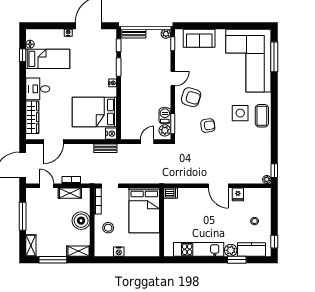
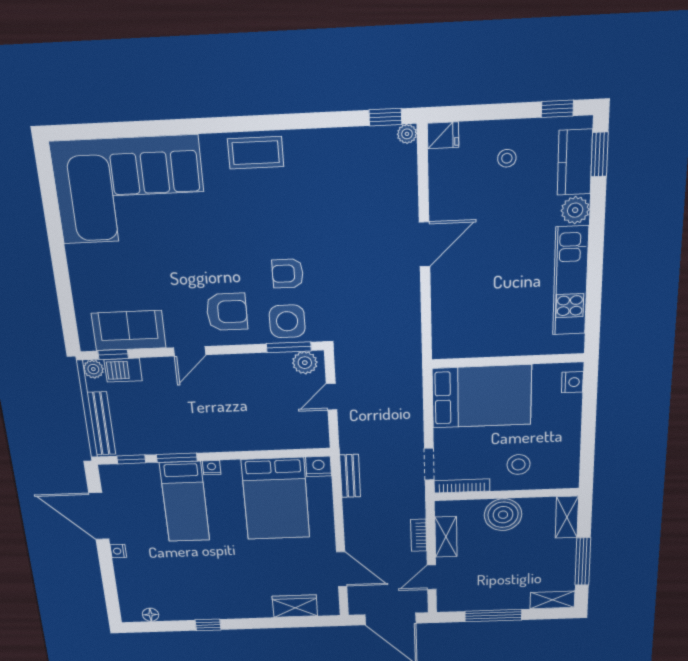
bench: (134, 34) -> (101, 423), width x1.36
sofa: (199, 38) -> (129, 330), moved, turned -90
window: (23, 55) -> (208, 625), moved
window: (274, 57) -> (113, 130), removed
bed: (48, 59) -> (185, 502), moved, turned 180
door: (173, 79) -> (190, 351), swing flipped
desk: (38, 89) -> (238, 599), removed
armchair: (191, 97) -> (227, 312), turned 73
side table: (240, 113) -> (287, 321), moved
barbecue: (165, 116) -> (123, 370), moved
wardrobe: (32, 117) -> (295, 606), width x0.67
armchair: (208, 126) -> (288, 273), turned -81
door: (147, 142) -> (332, 397), hinge flipped
dishwasher: (171, 193) -> (443, 345), removed
fridge: (238, 194) -> (443, 135), moved
nightstand: (119, 252) -> (572, 382), moved
window: (237, 260) -> (600, 154), moved

